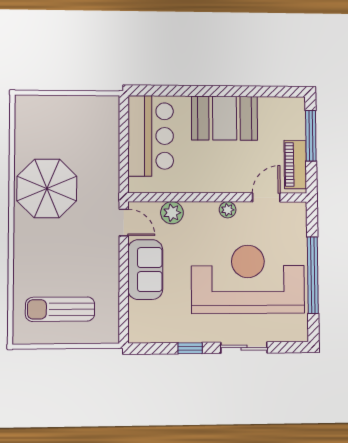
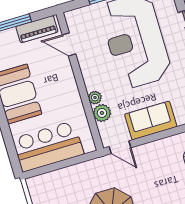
plant: (228, 210) -> (95, 98), moved
door: (124, 222) -> (120, 147), swing flipped

